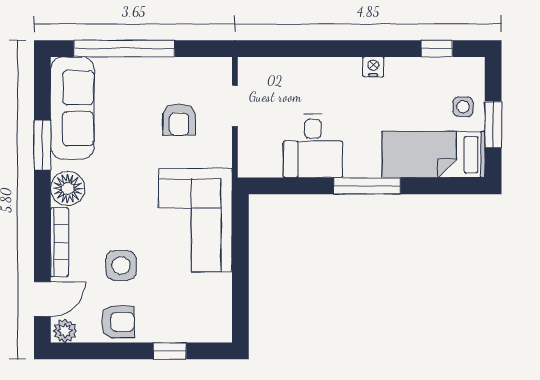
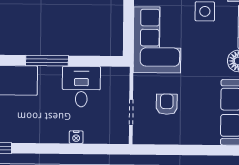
window: (124, 49) -> (201, 150), removed
nightstand: (373, 67) -> (76, 137), moved

